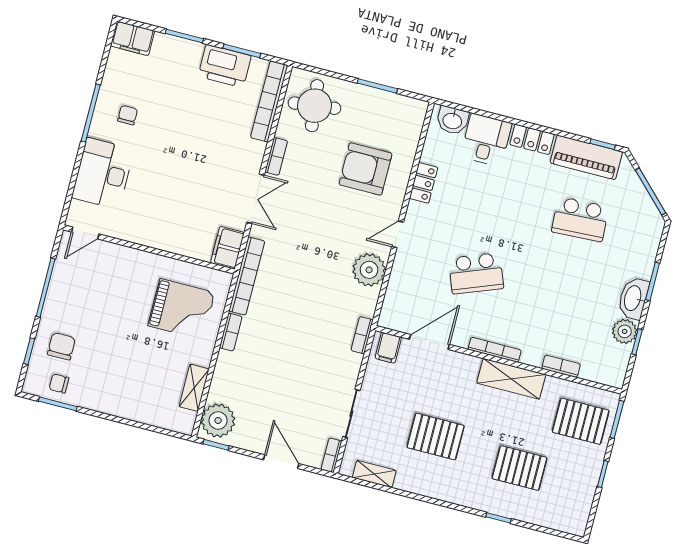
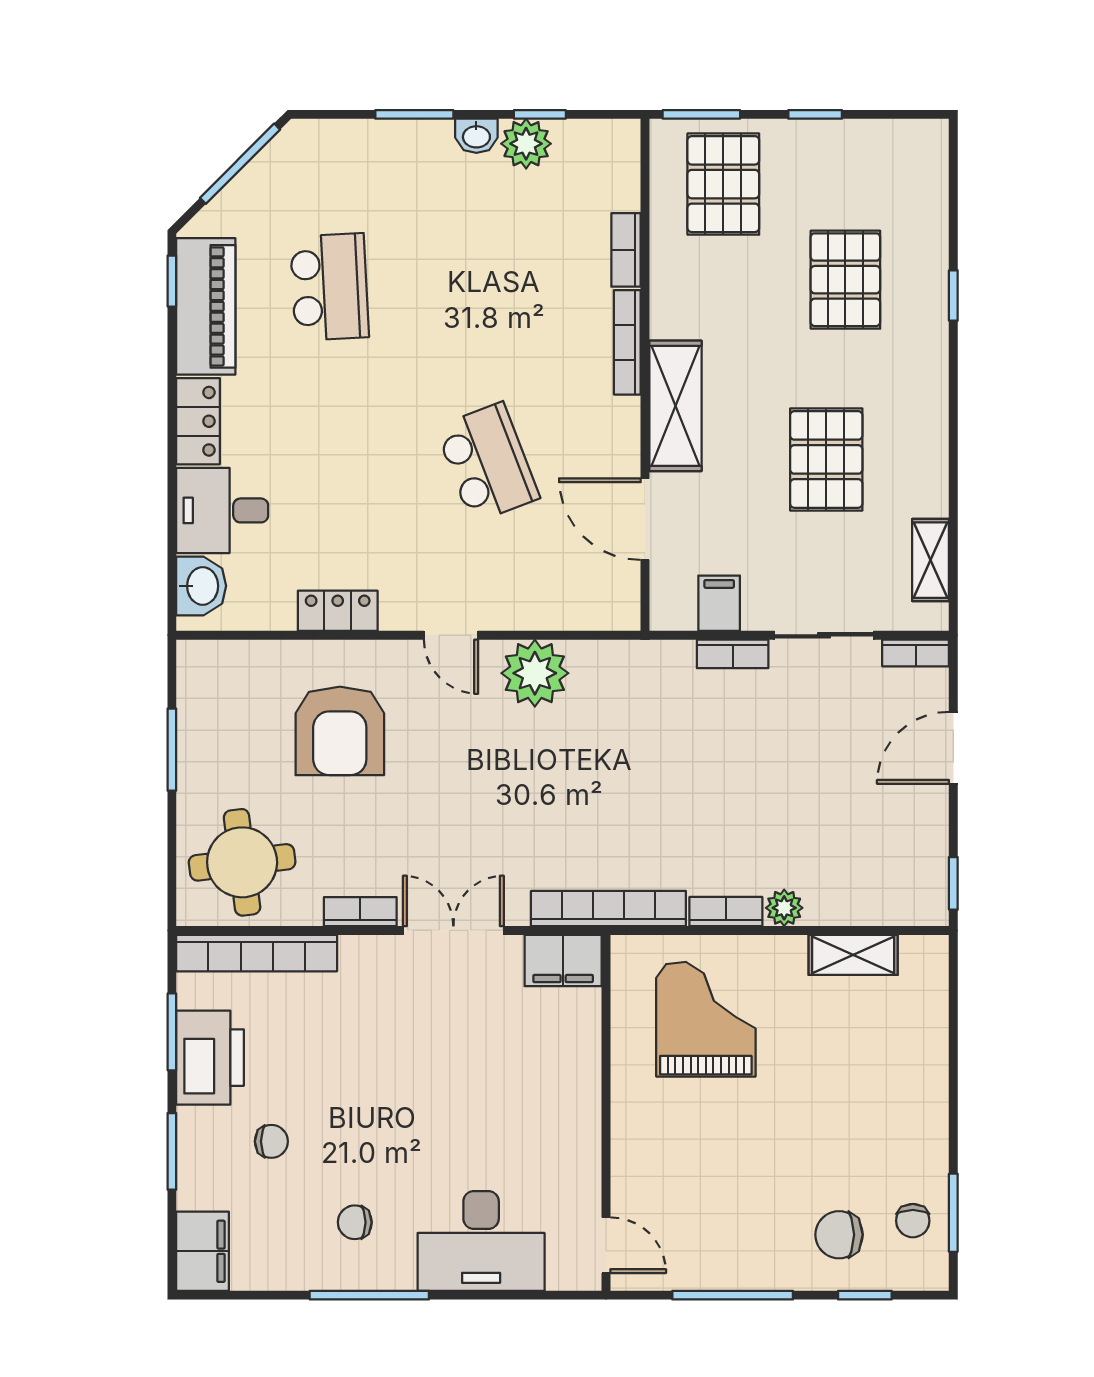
chair: (177, 85) -> (271, 1141), added
washbasin: (633, 298) -> (476, 136), width x0.52, depth x0.69
bookcase: (362, 335) -> (733, 654), moved
filing cabinet: (388, 348) -> (719, 603), moved, turned -90
bookcase: (495, 350) -> (627, 342), moved
shelving: (511, 379) -> (676, 406), moved
plant: (218, 421) -> (784, 908), moved, width x0.53, depth x0.53

